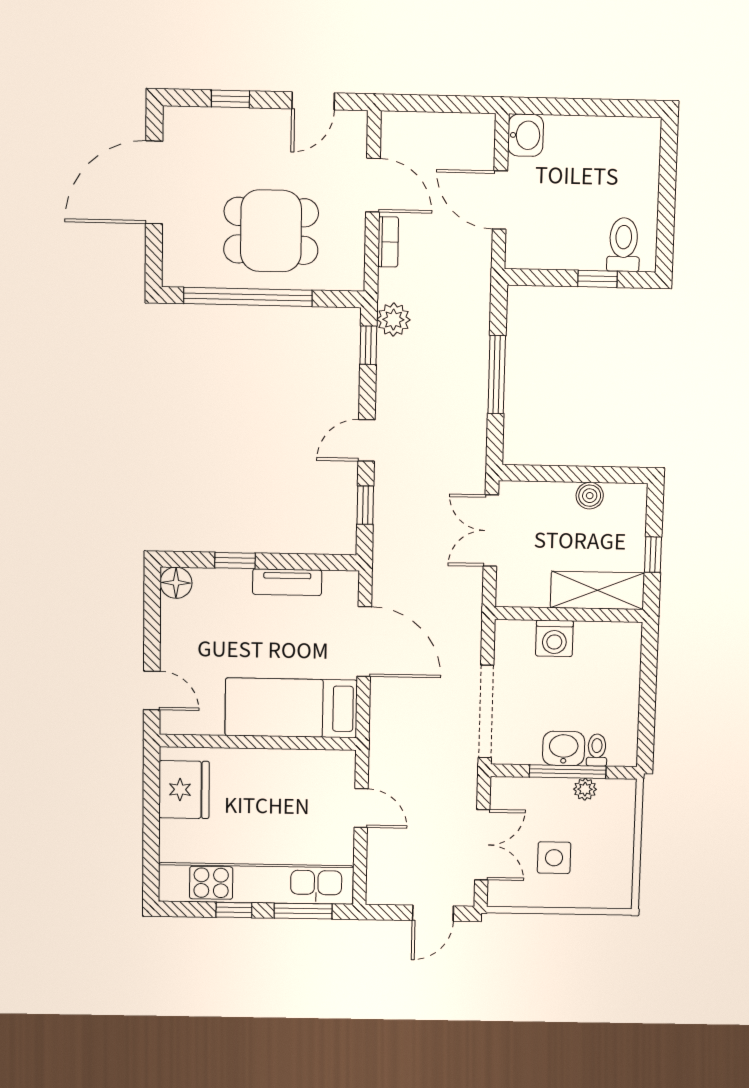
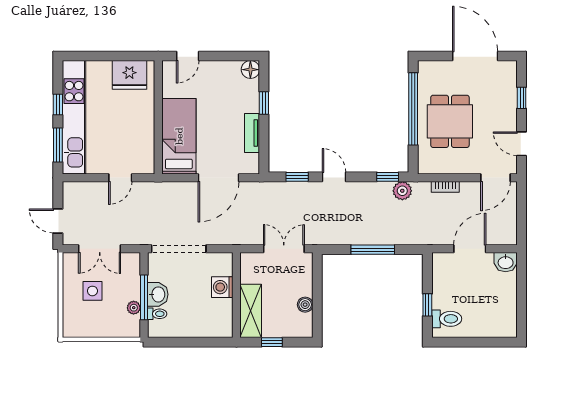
door: (373, 185) -> (495, 178), moved

